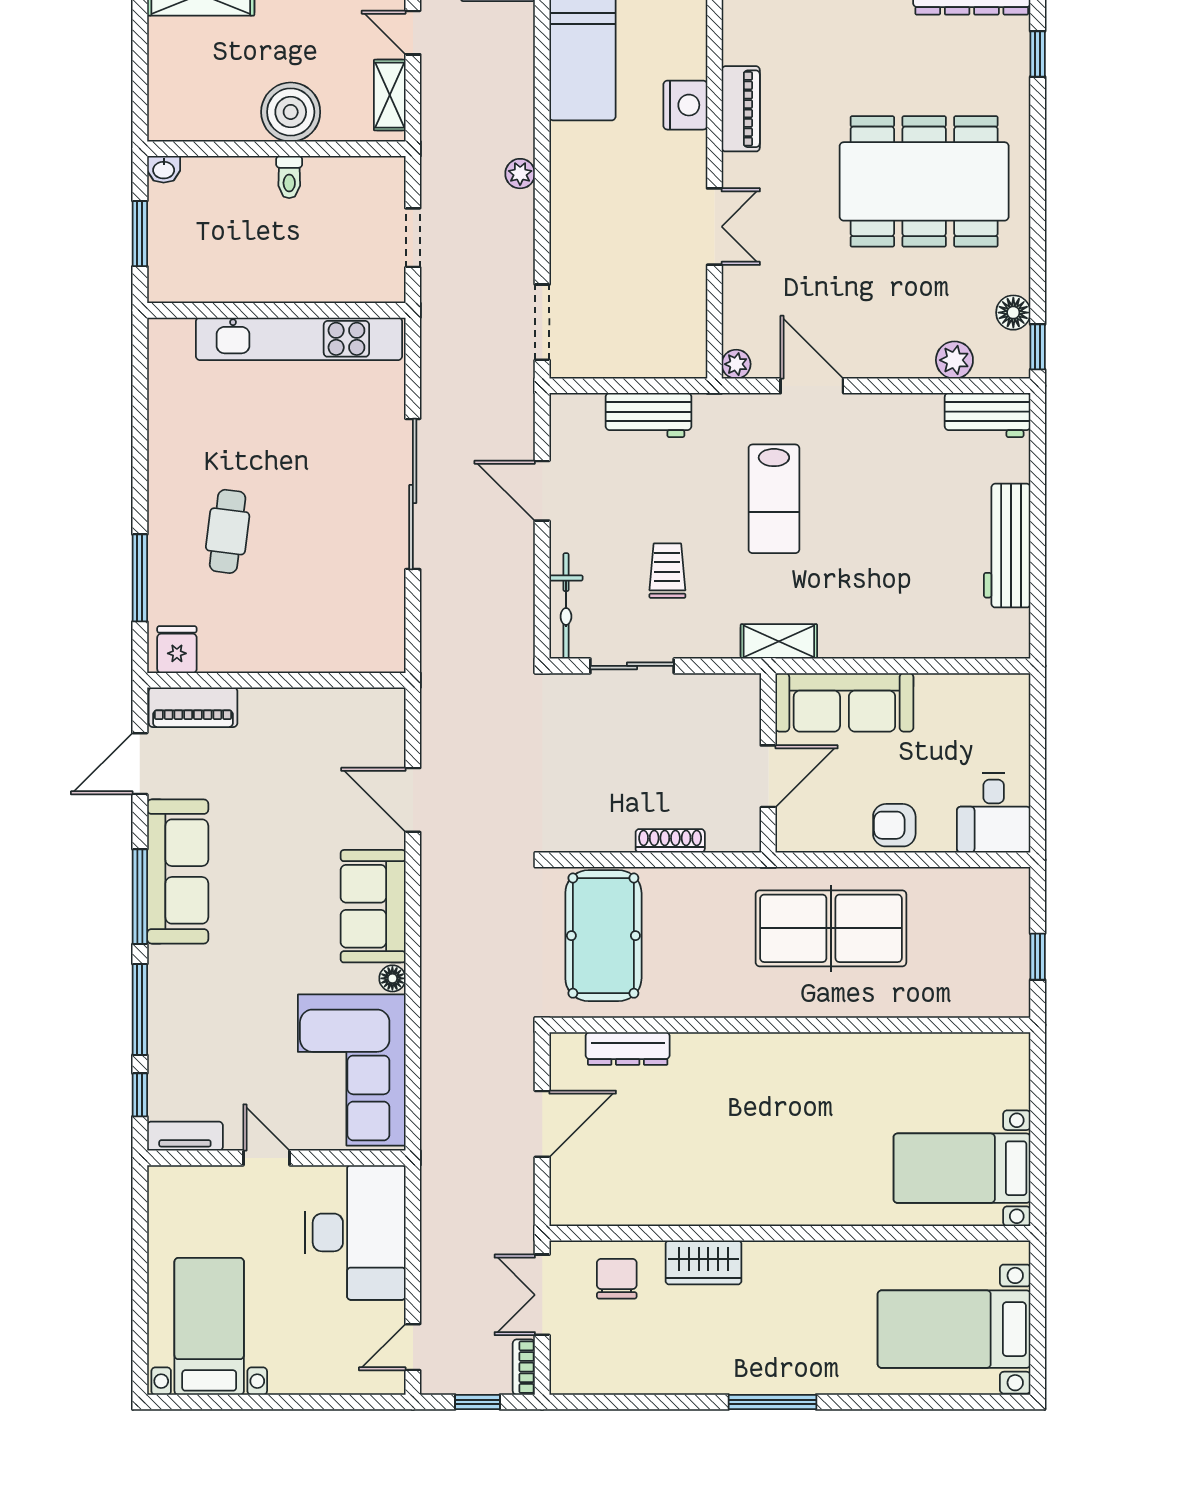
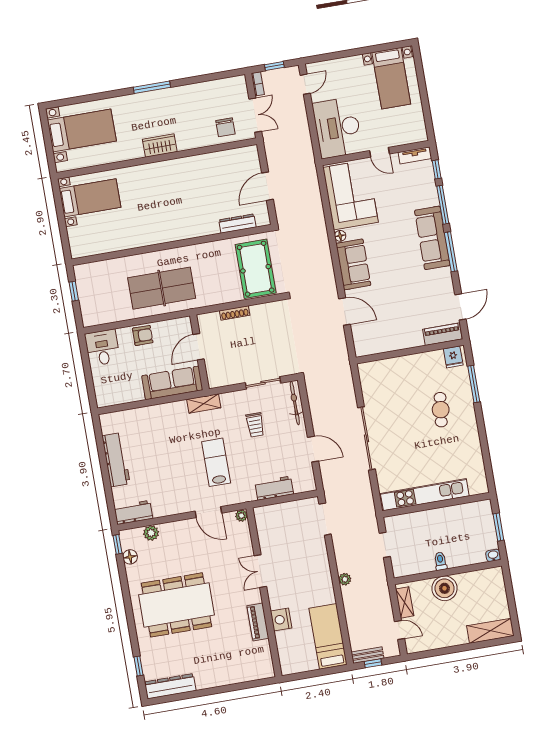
sofa: (178, 871) -> (432, 238), moved
wardrobe: (704, 1262) -> (160, 146), moved

